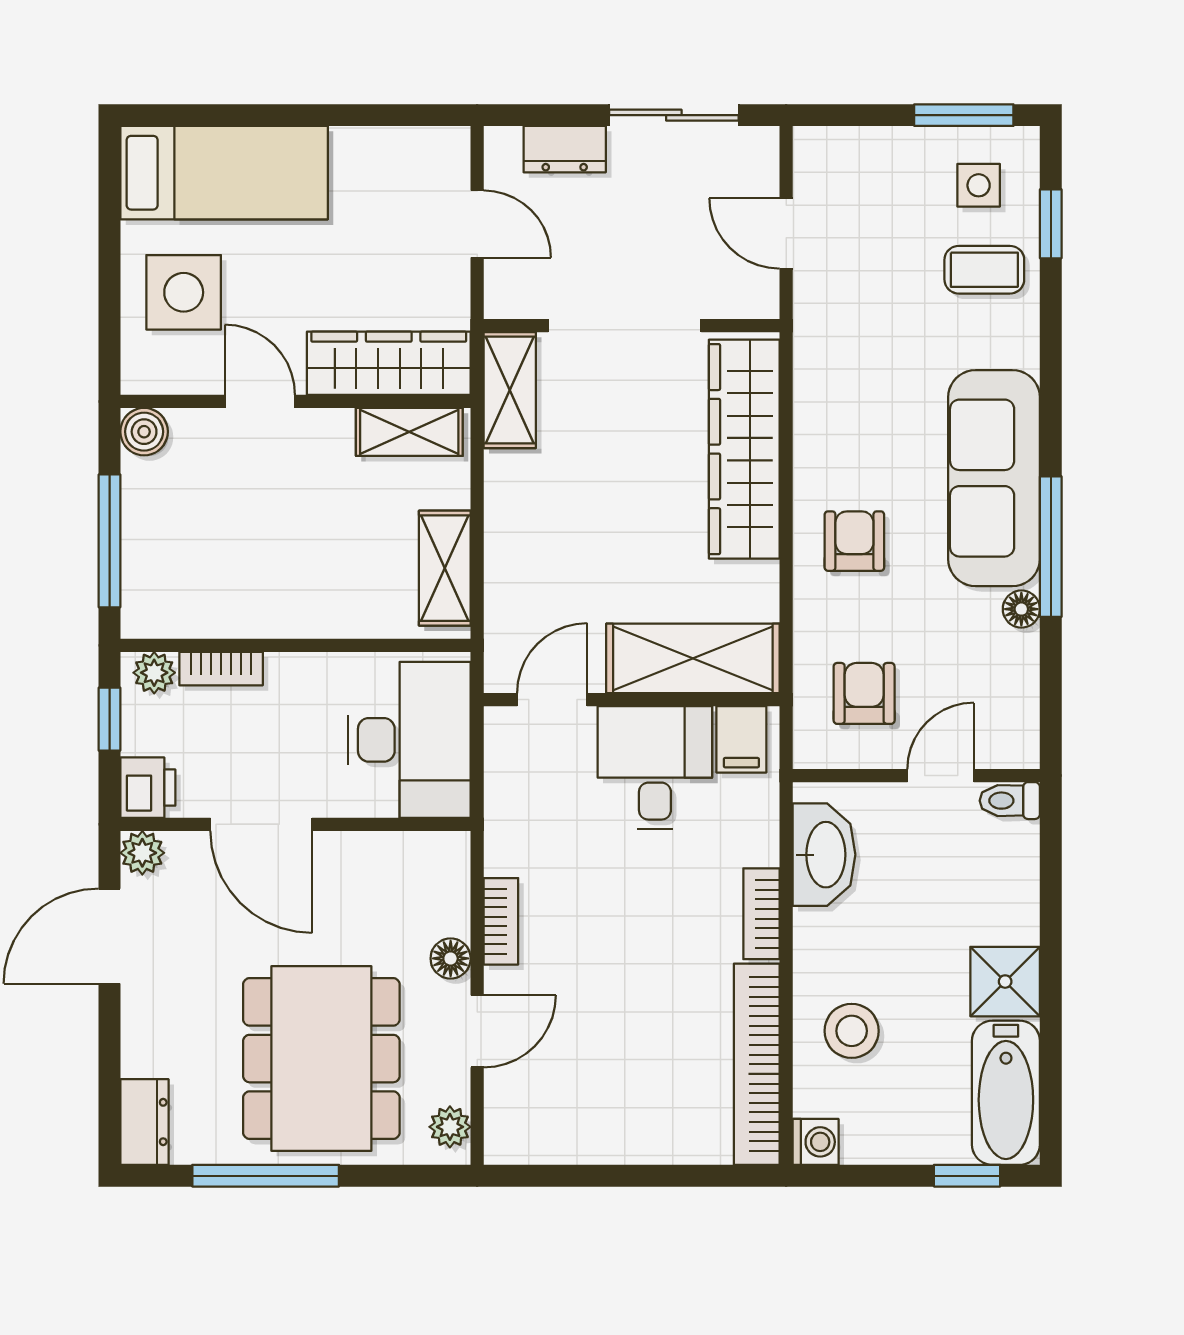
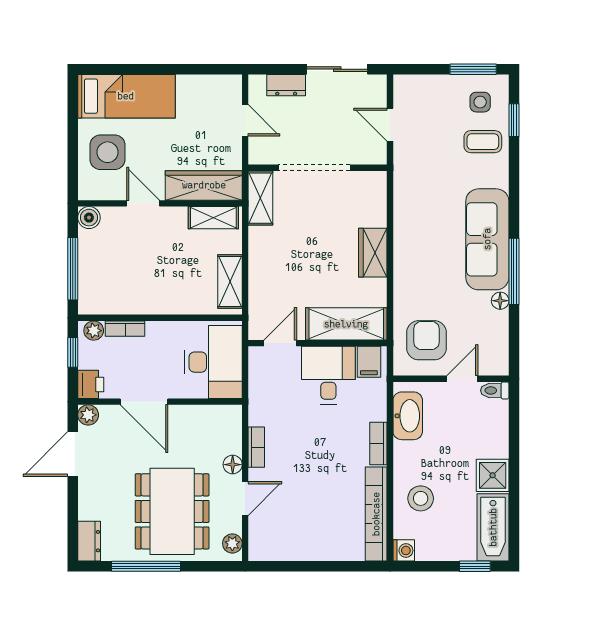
wardrobe: (744, 449) -> (373, 253), width x0.48, depth x0.85
armchair: (854, 541) -> (422, 269), removed
armchair: (864, 693) -> (426, 340), width x1.38, depth x1.38

